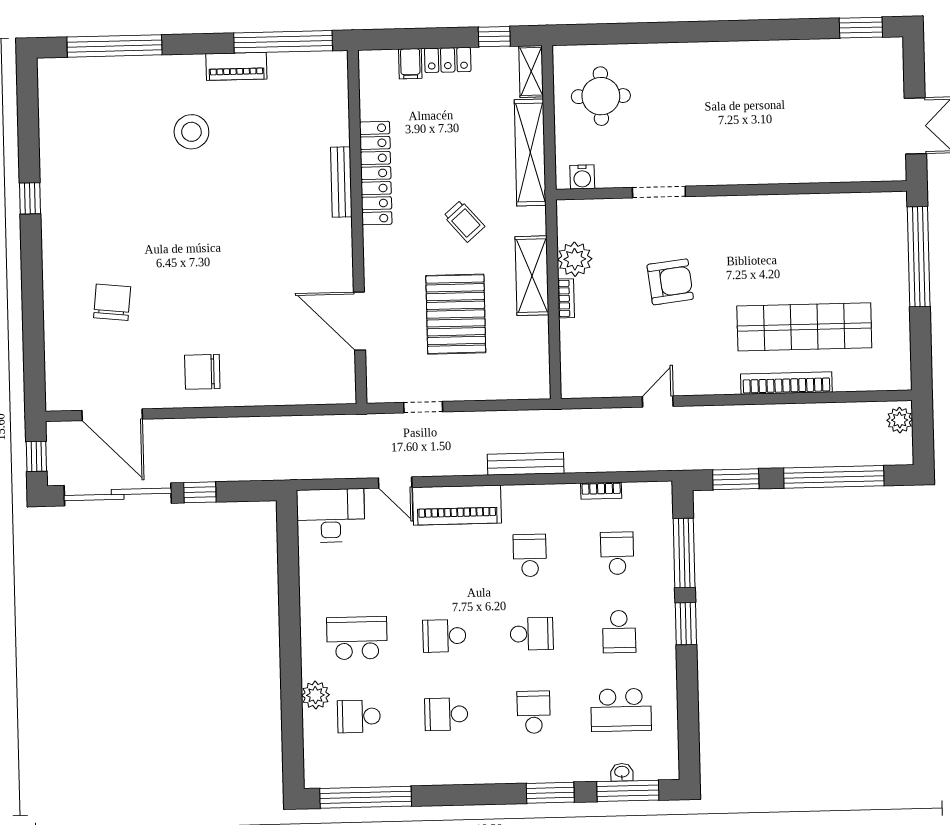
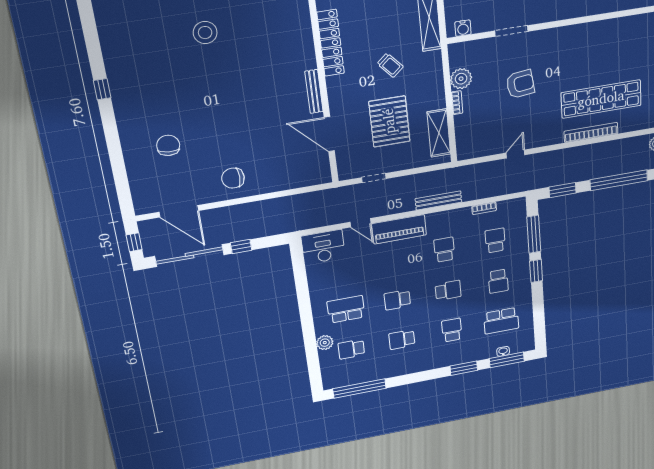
bench: (341, 182) -> (314, 92), moved
shelving: (532, 276) -> (439, 133), moved

